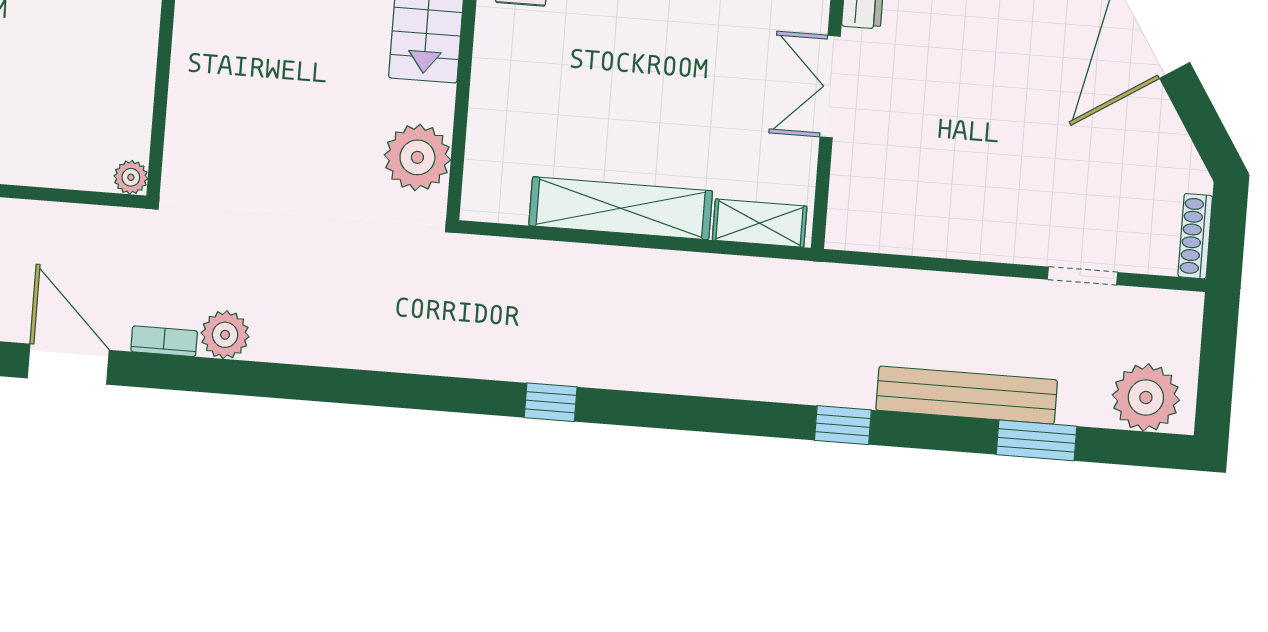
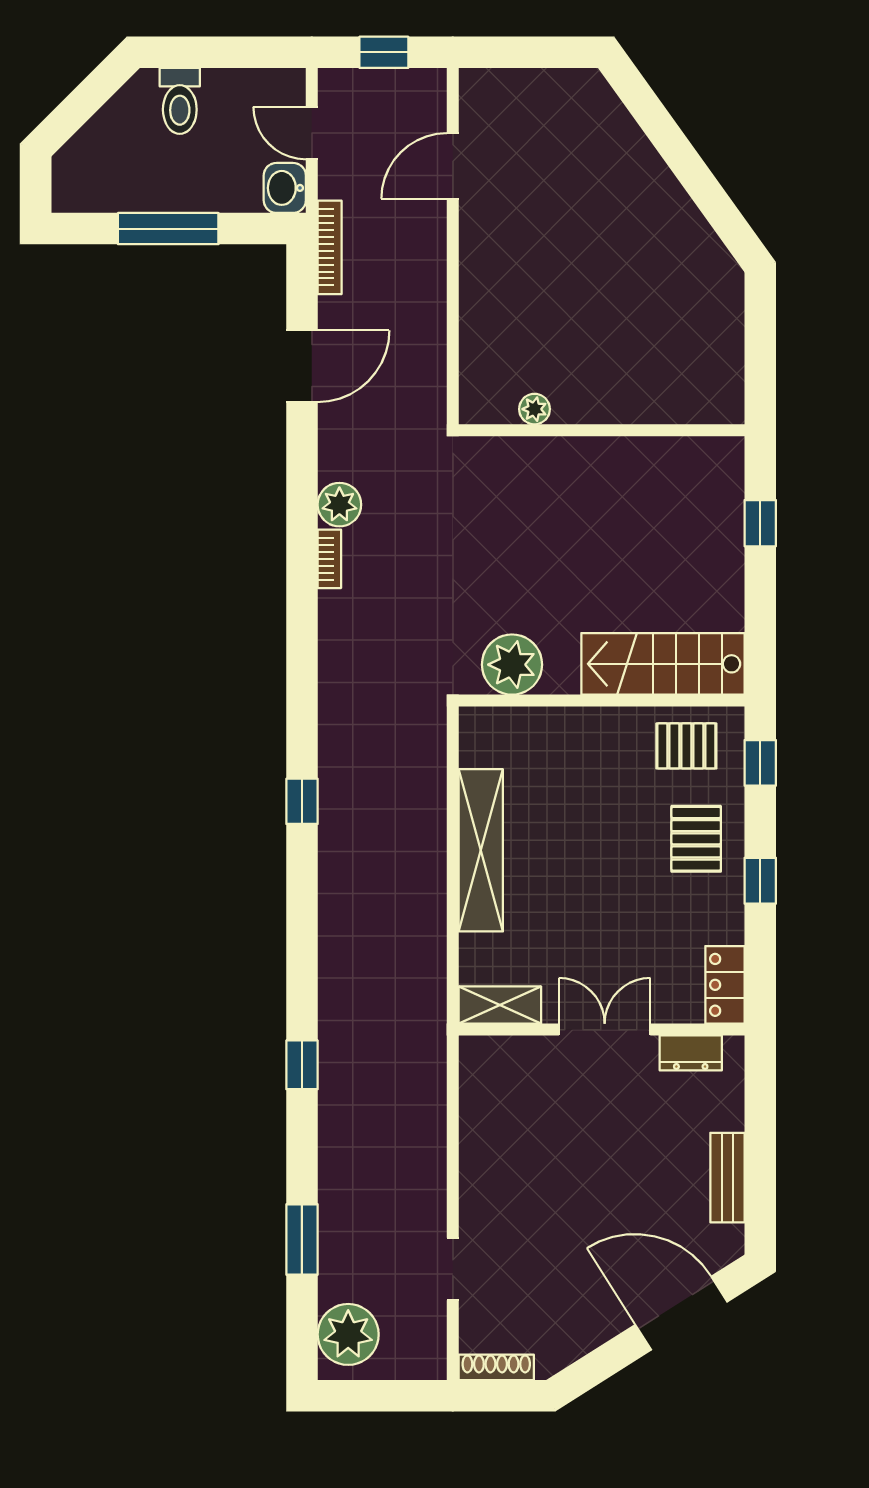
plant: (131, 177) -> (534, 409), moved
shelving: (760, 223) -> (500, 1005), moved, turned 90
bookcase: (164, 341) -> (329, 559), moved
bench: (967, 395) -> (338, 1174), removed

